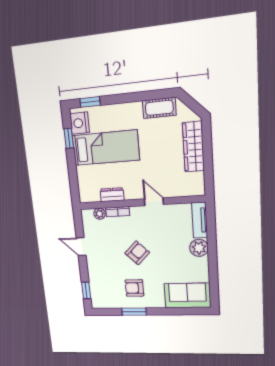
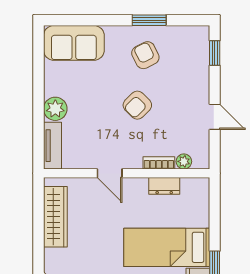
wardrobe: (193, 147) -> (55, 217), moved
armchair: (134, 288) -> (145, 55), turned -117

